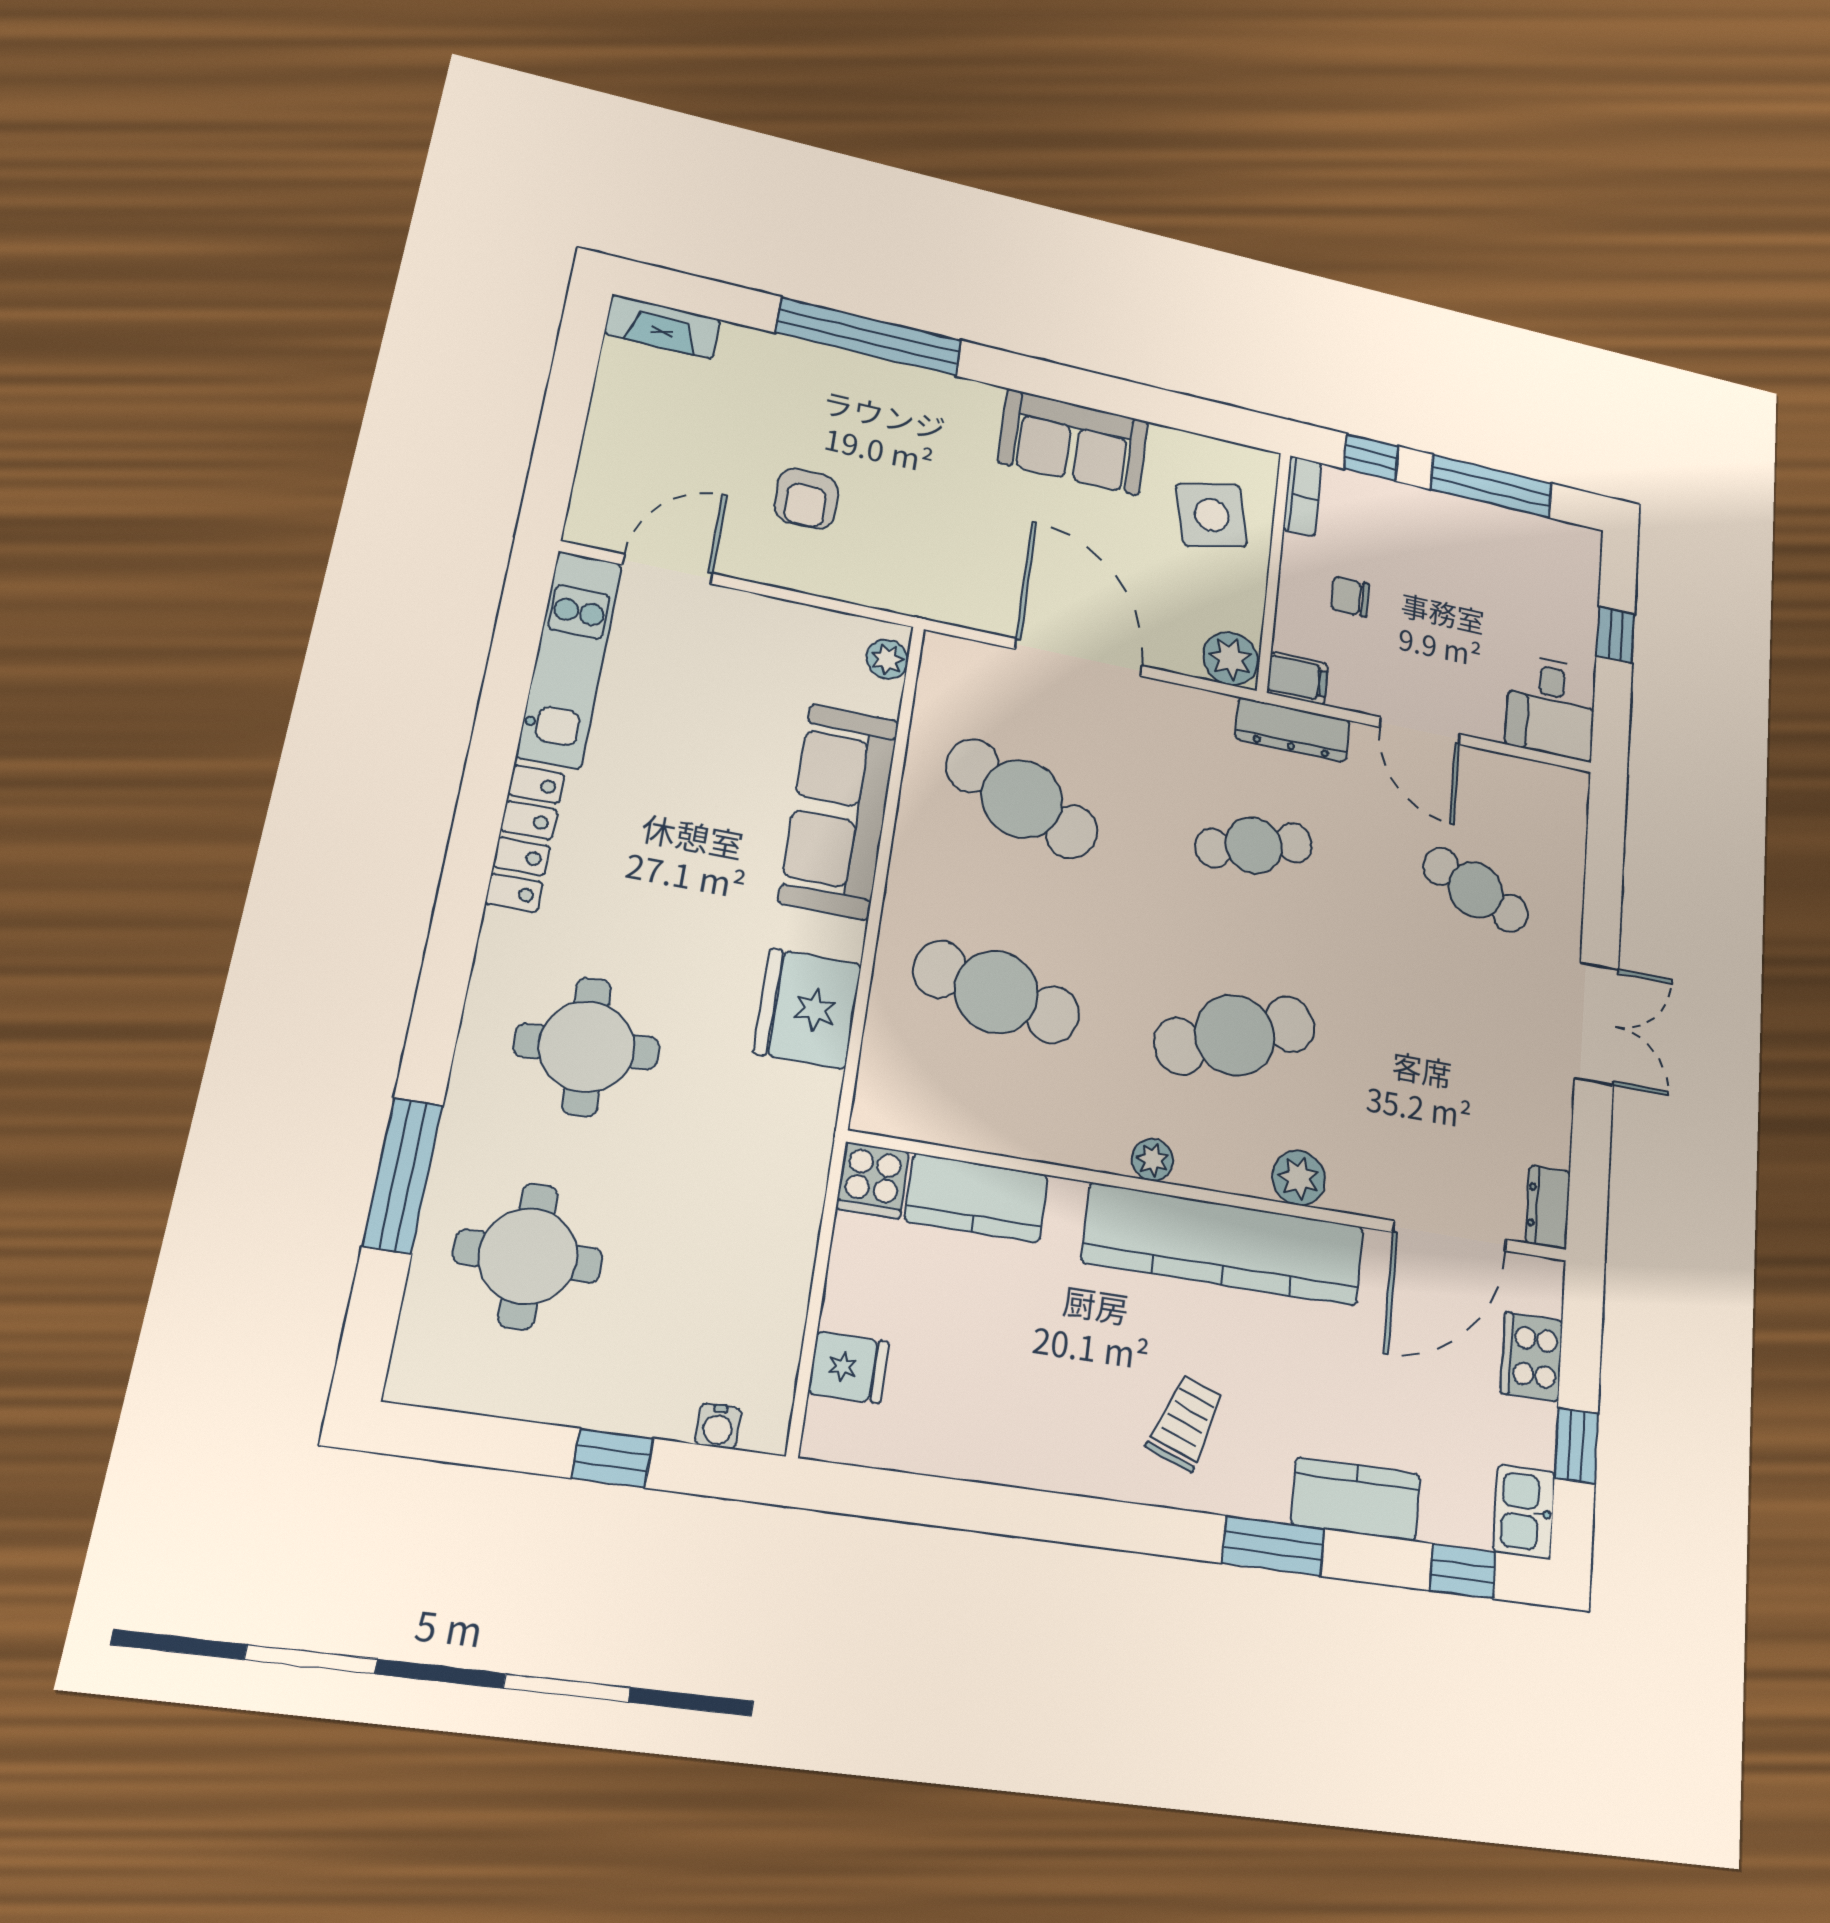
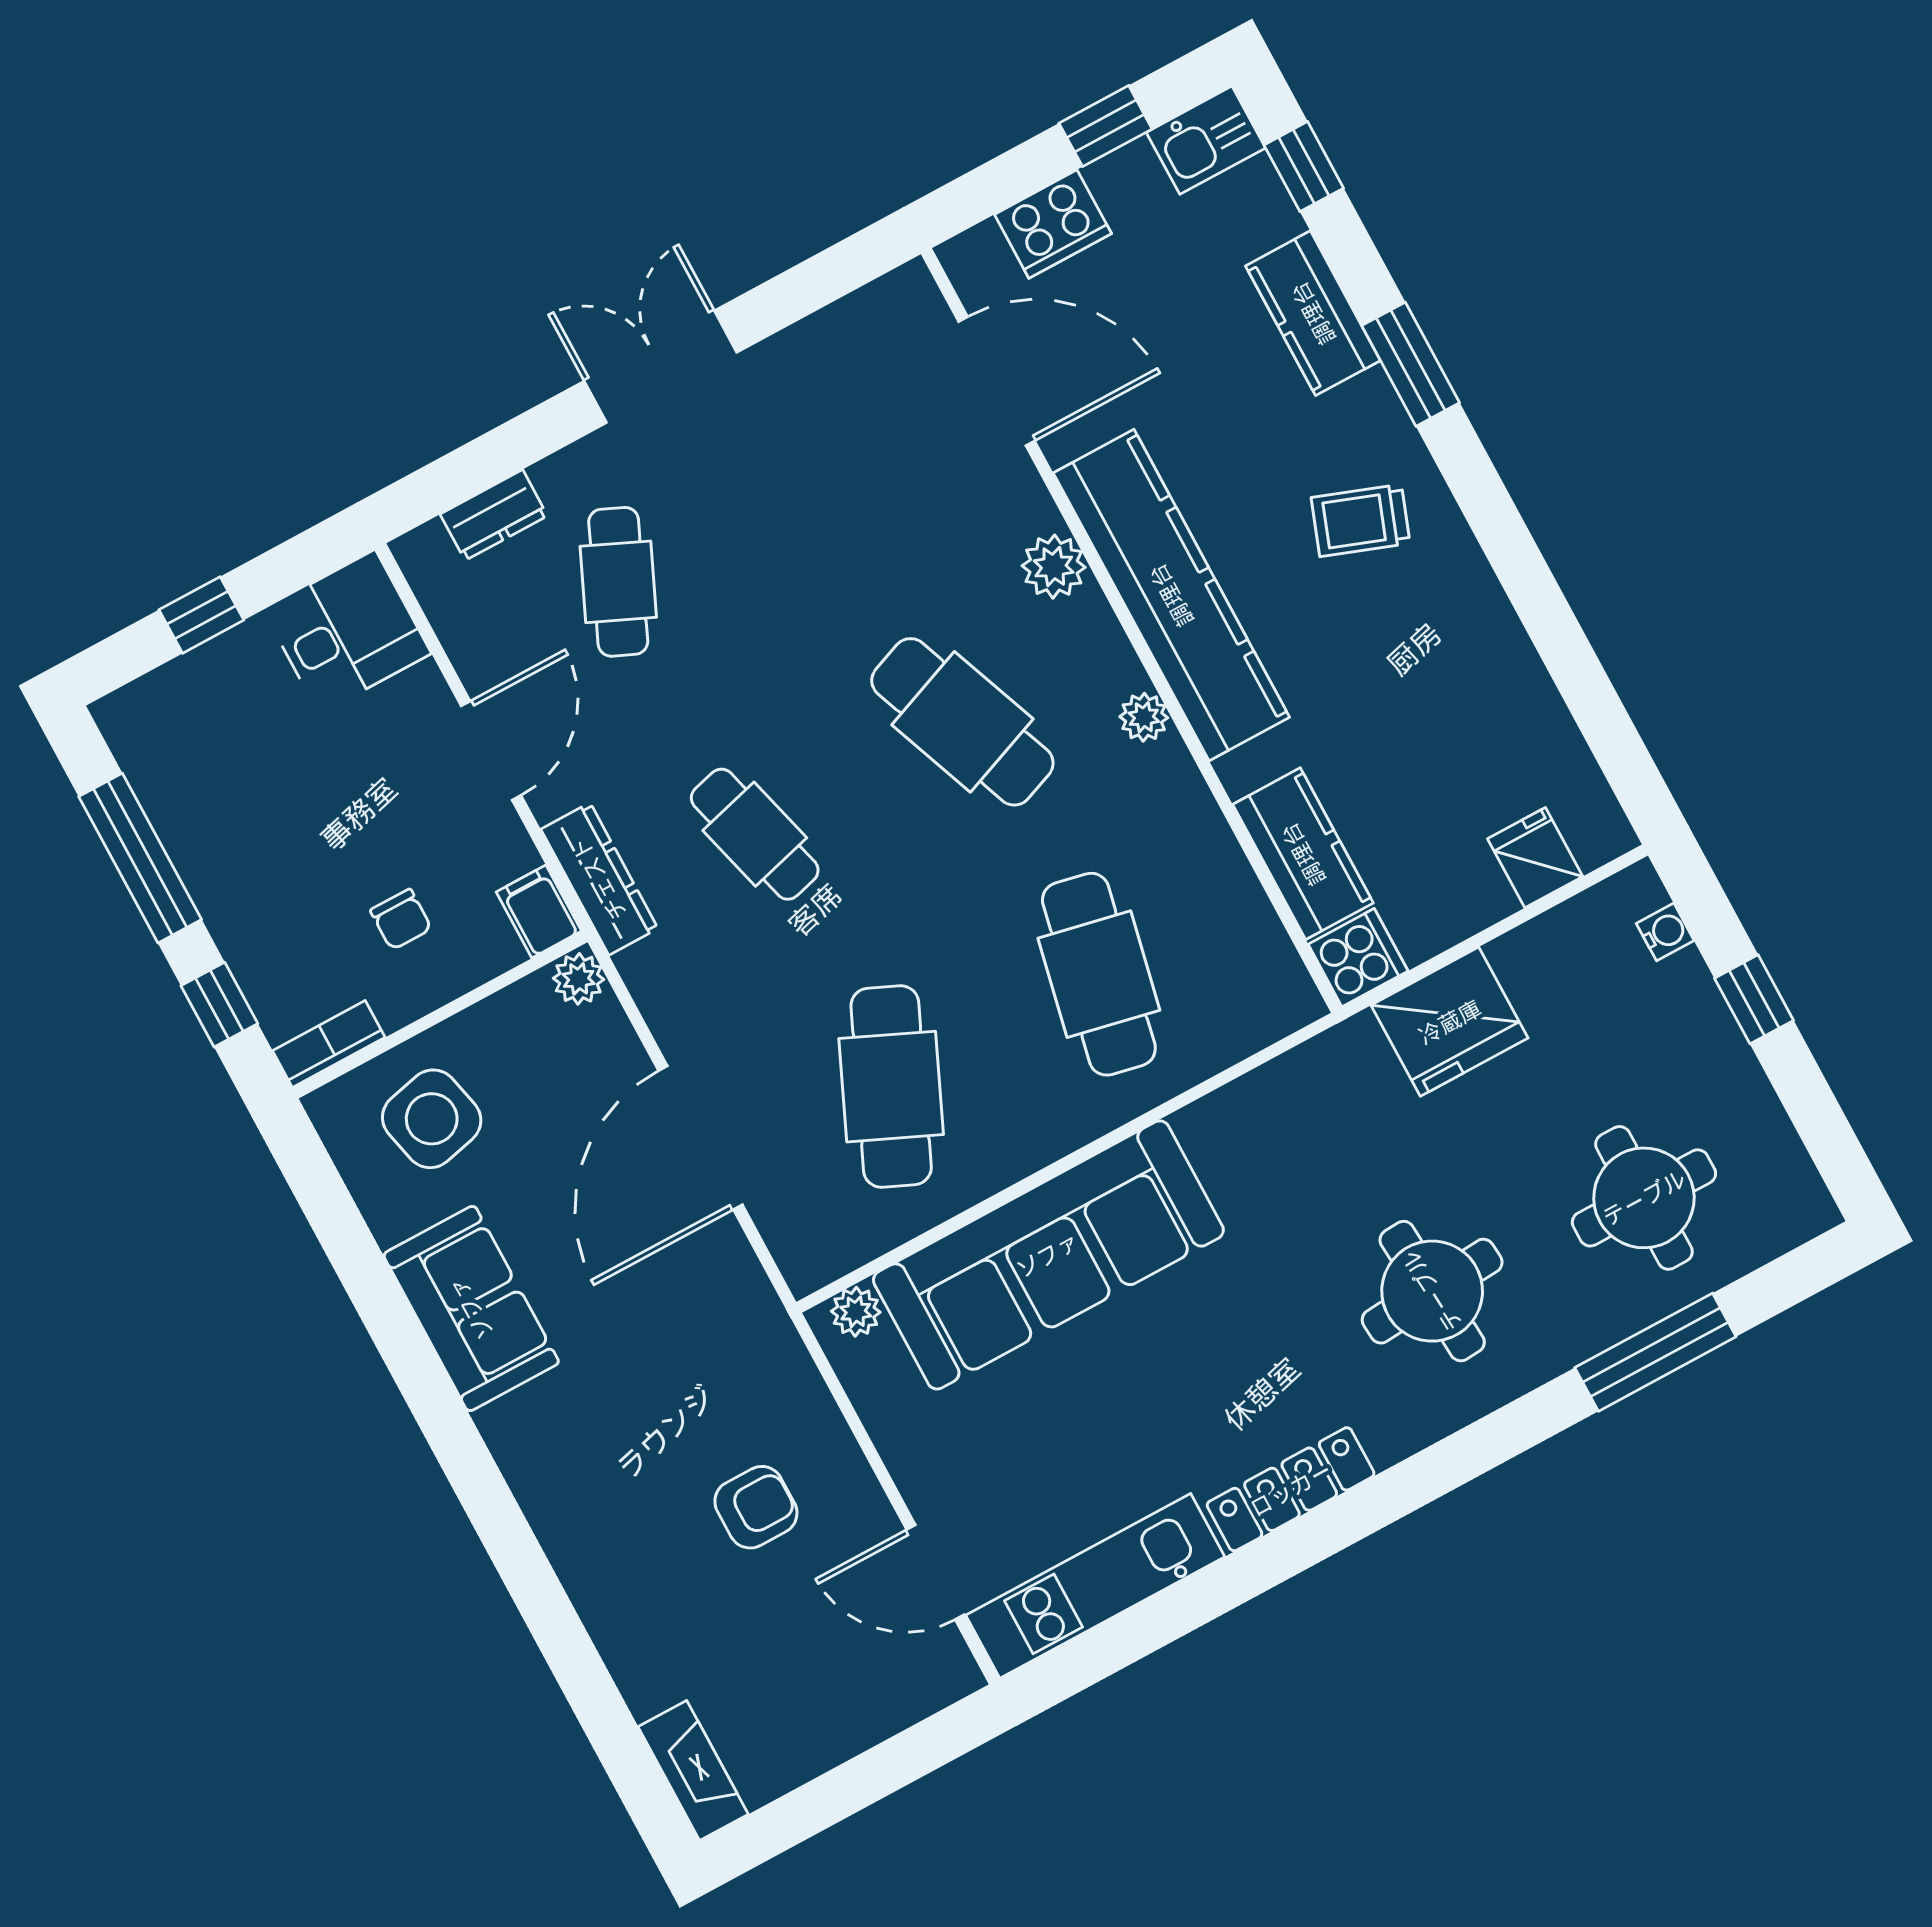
window: (869, 337) -> (531, 1582), removed
plant: (1231, 659) -> (579, 979), width x0.73, depth x0.73
sofa: (839, 811) -> (1048, 1255), width x1.36, depth x1.27
fridge: (808, 1008) -> (1450, 1022), moved
dresser: (1548, 1207) -> (494, 515), moved

